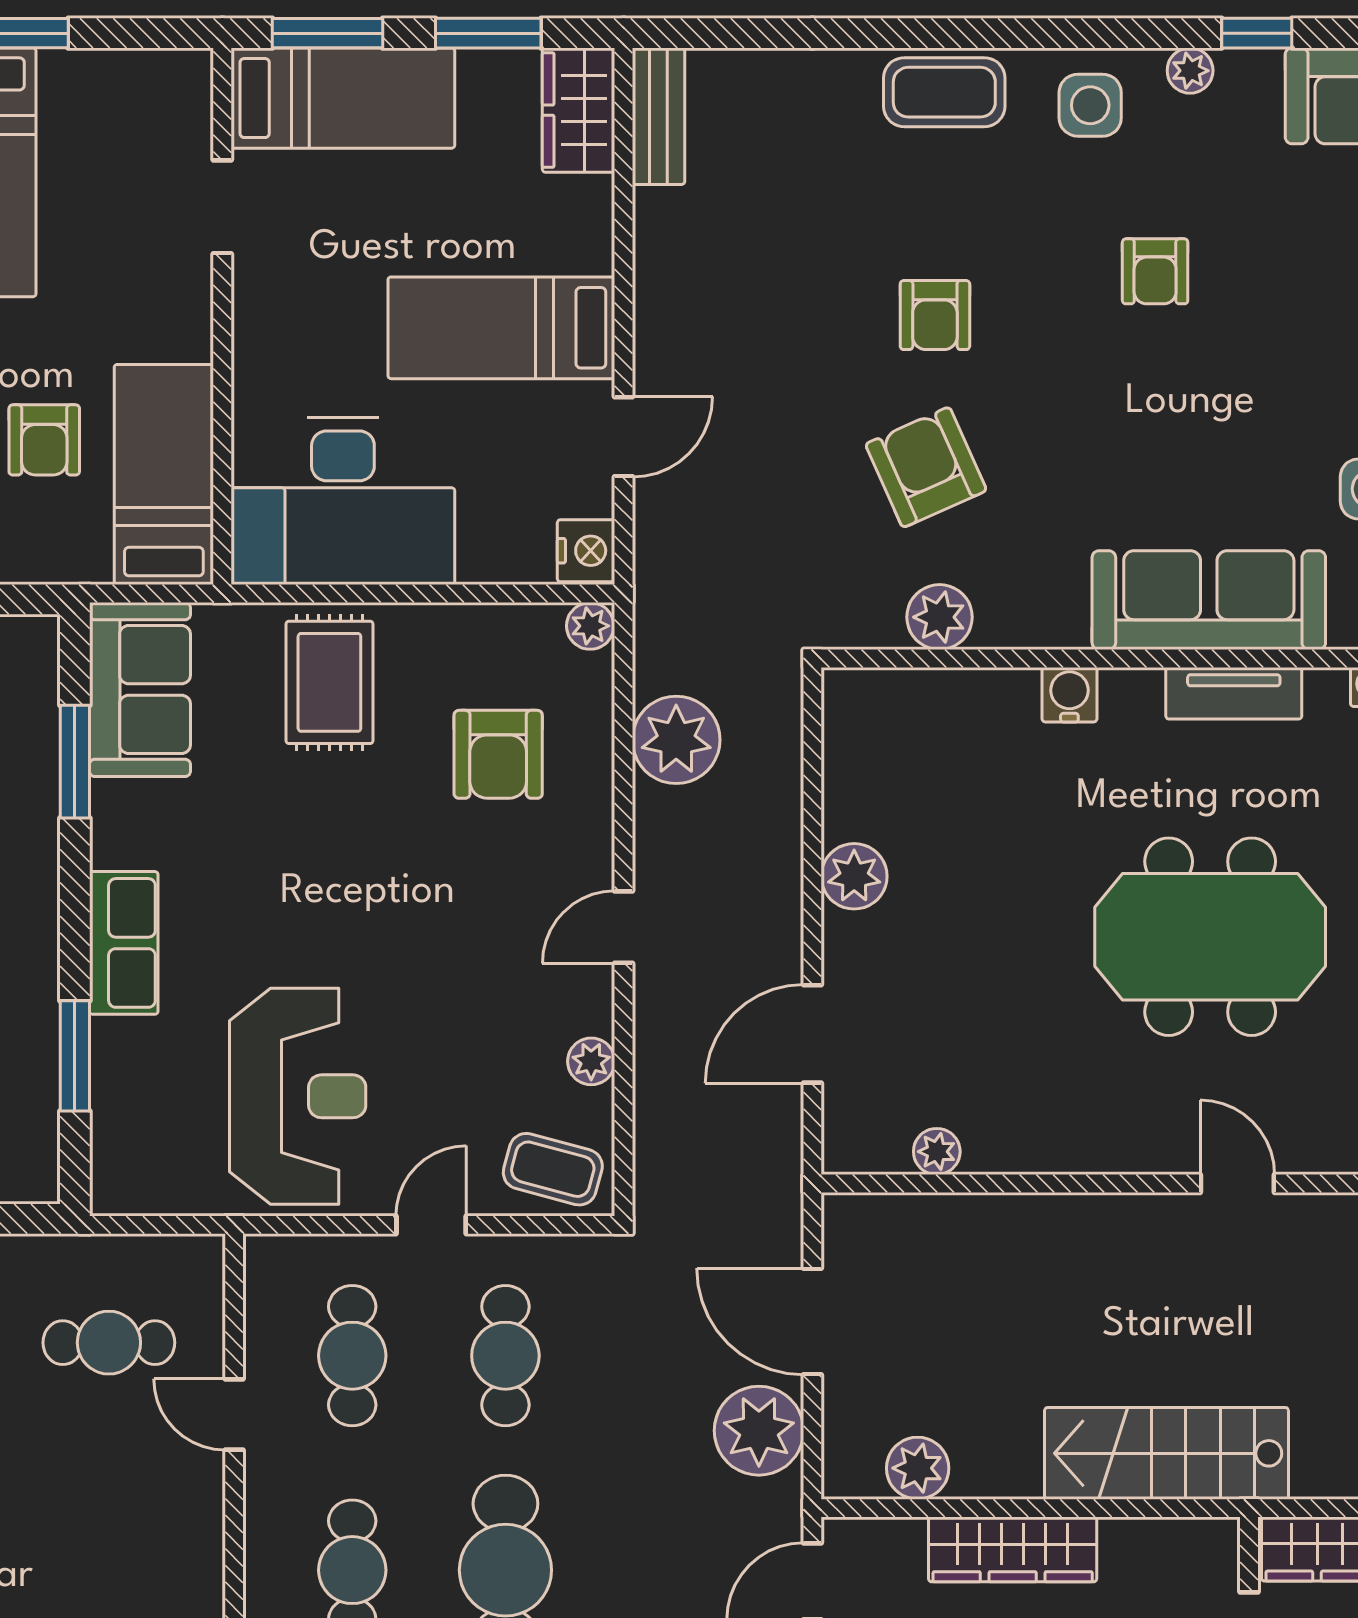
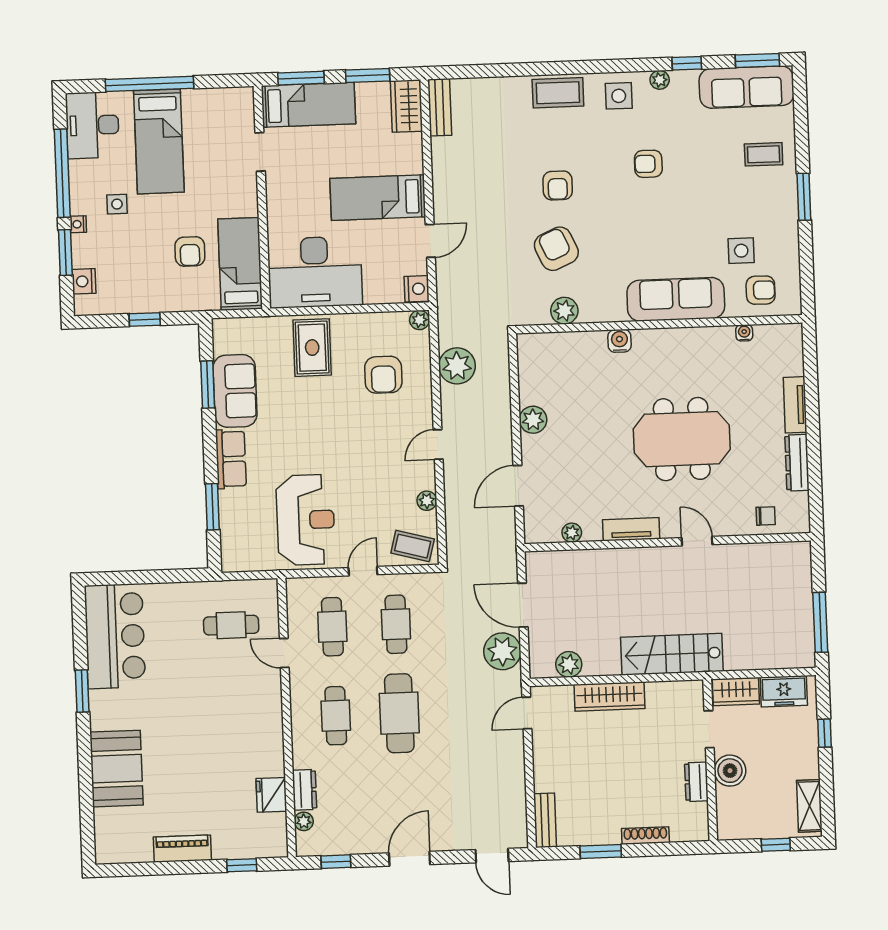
armchair: (1155, 271) -> (648, 164), turned 90
sofa: (140, 689) -> (235, 391), moved
tv unit: (1234, 693) -> (631, 529), moved, turned 180

